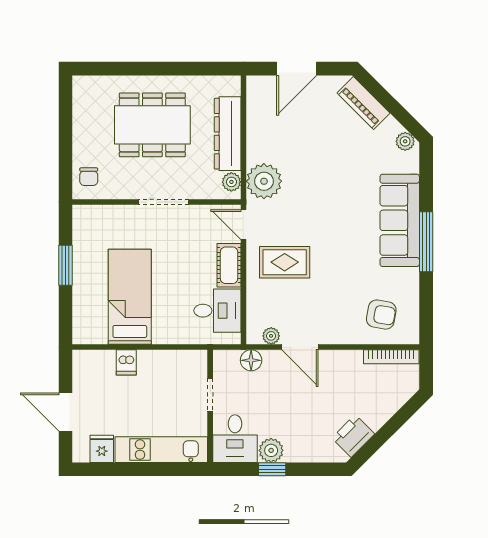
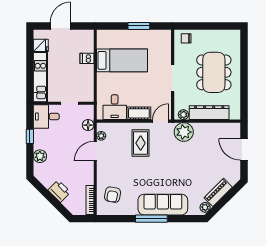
piano: (363, 103) -> (218, 192), moved
printer: (353, 436) -> (59, 191), moved
plant: (271, 450) -> (40, 156), moved

